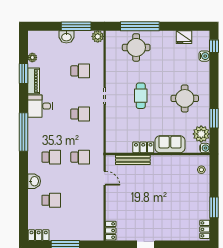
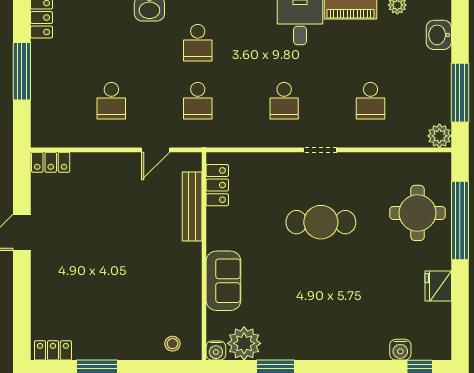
washbasin: (66, 37) -> (439, 35), moved
fridge: (184, 37) -> (438, 286), moved
cafe table: (141, 96) -> (321, 222), width x1.37, depth x1.35
round table: (185, 98) -> (315, 310), removed
locker: (143, 147) -> (217, 185), moved
school desk: (51, 200) -> (111, 101), moved

